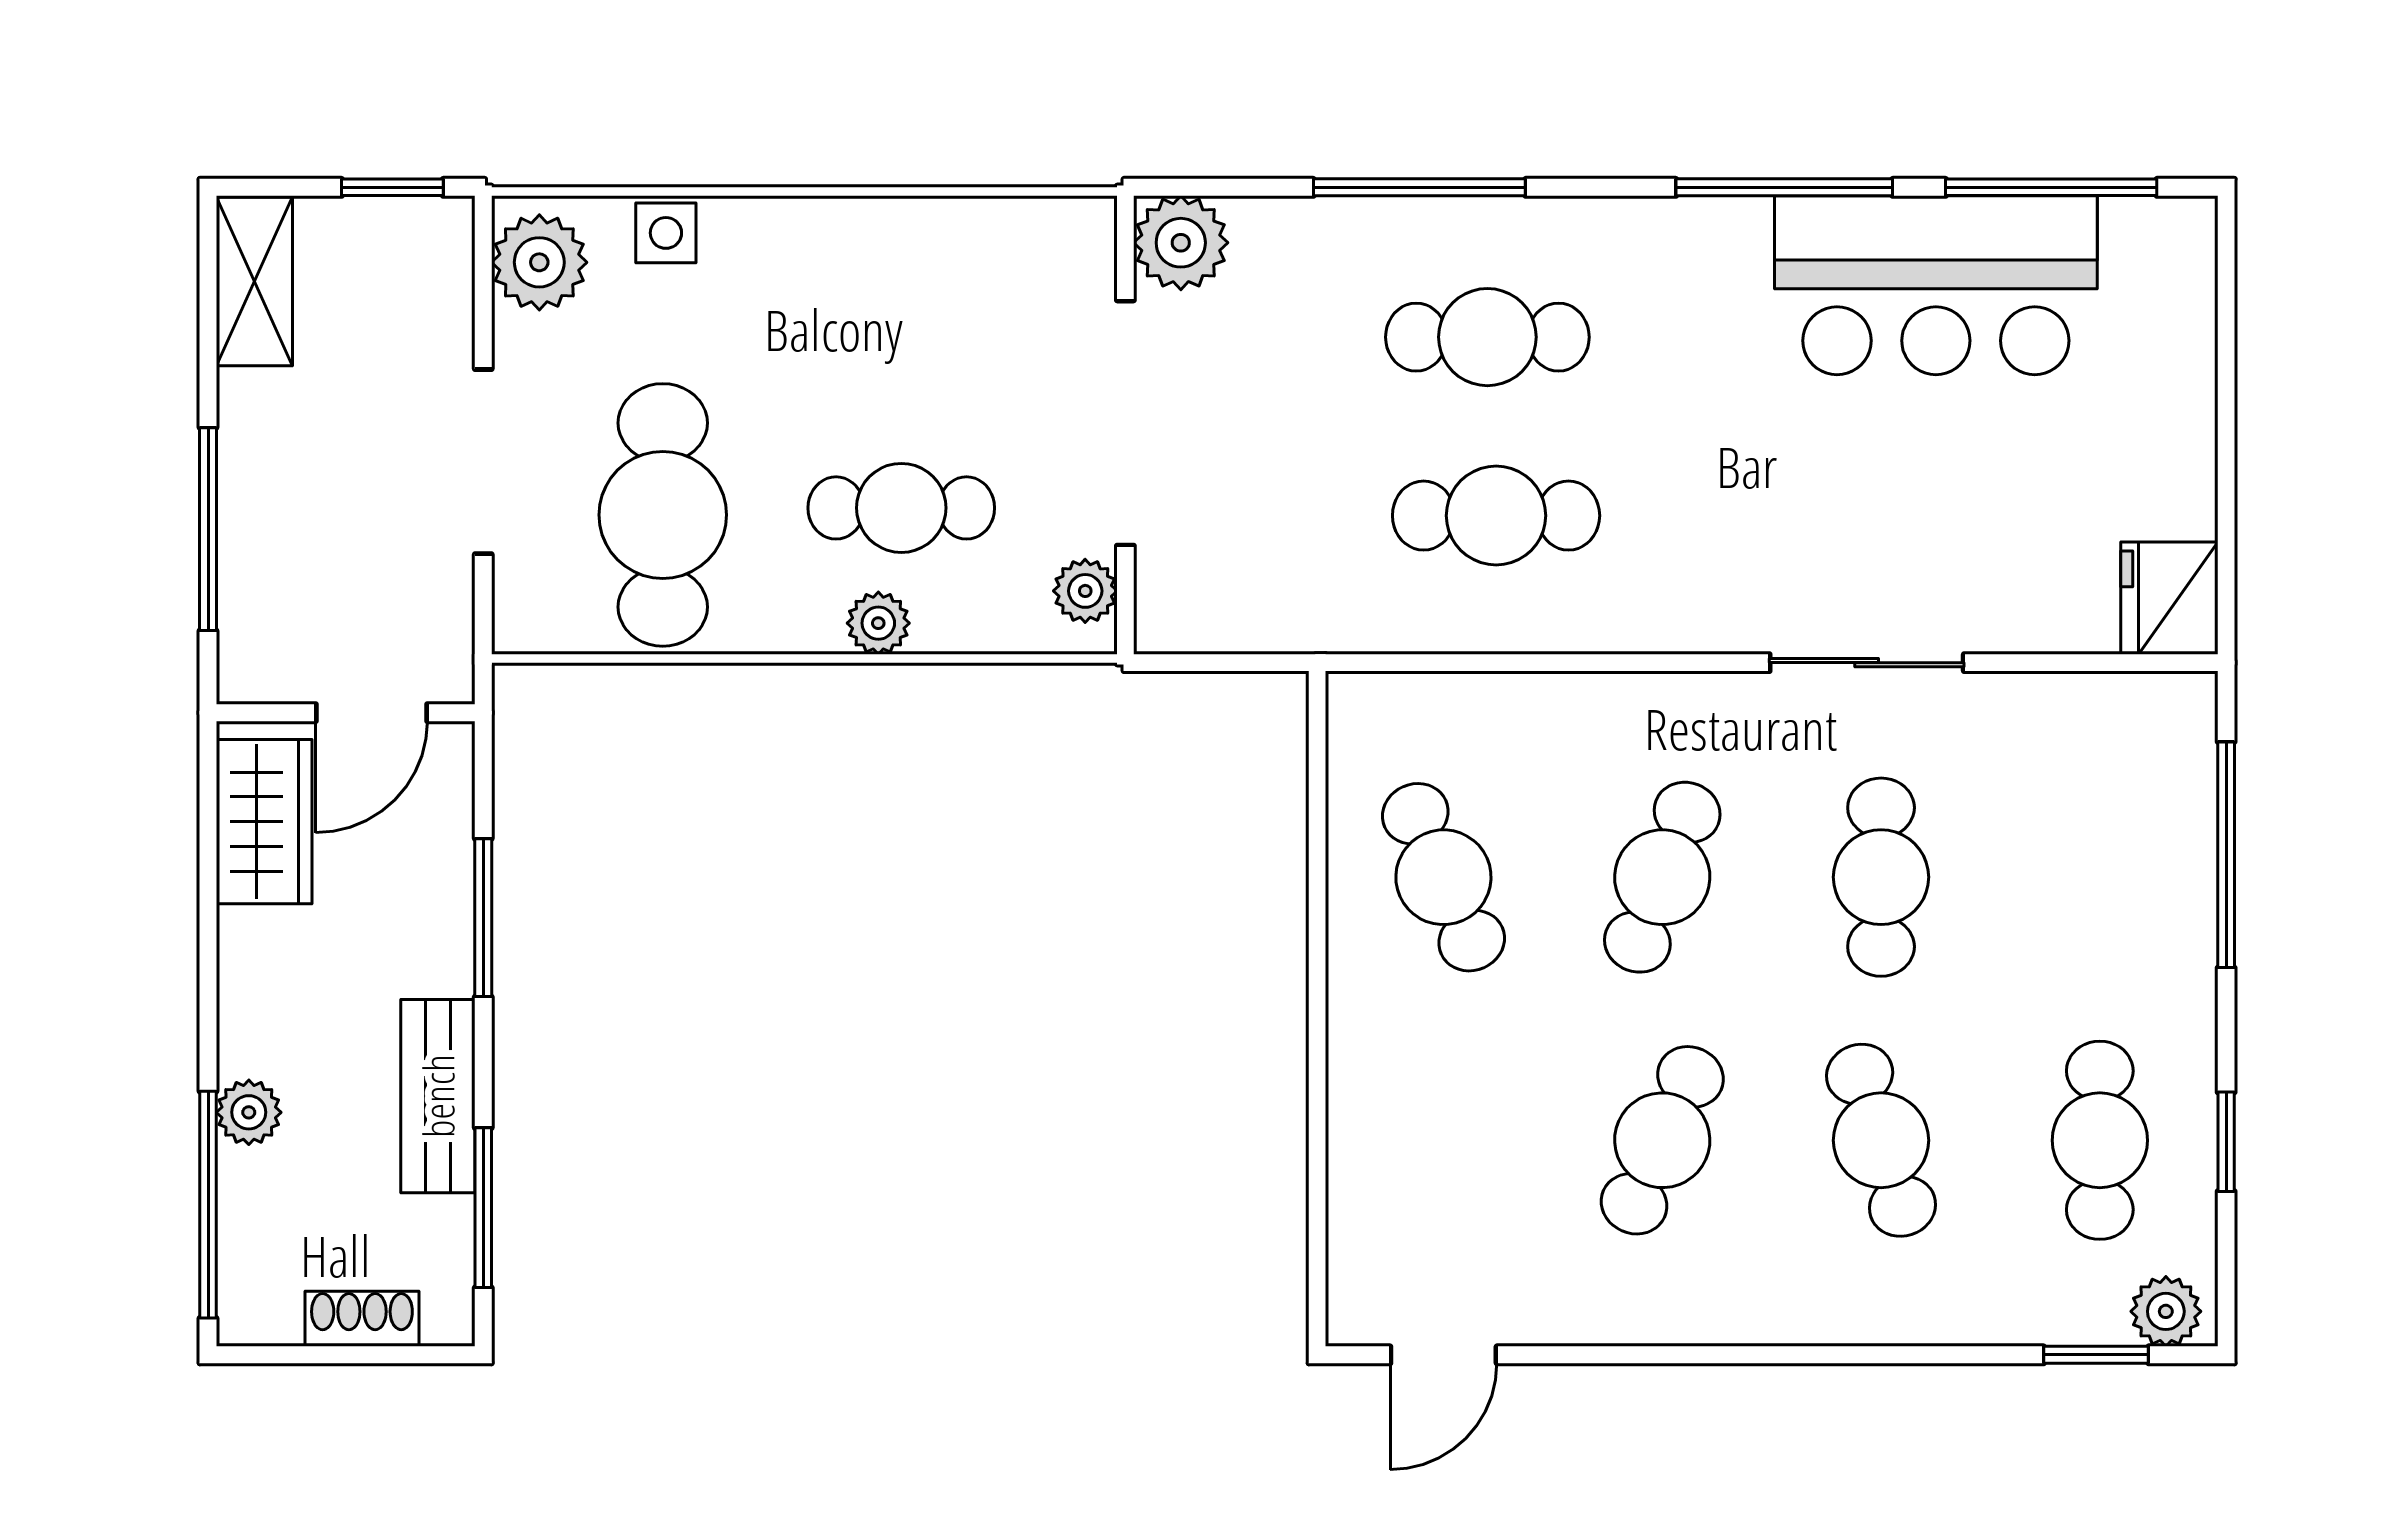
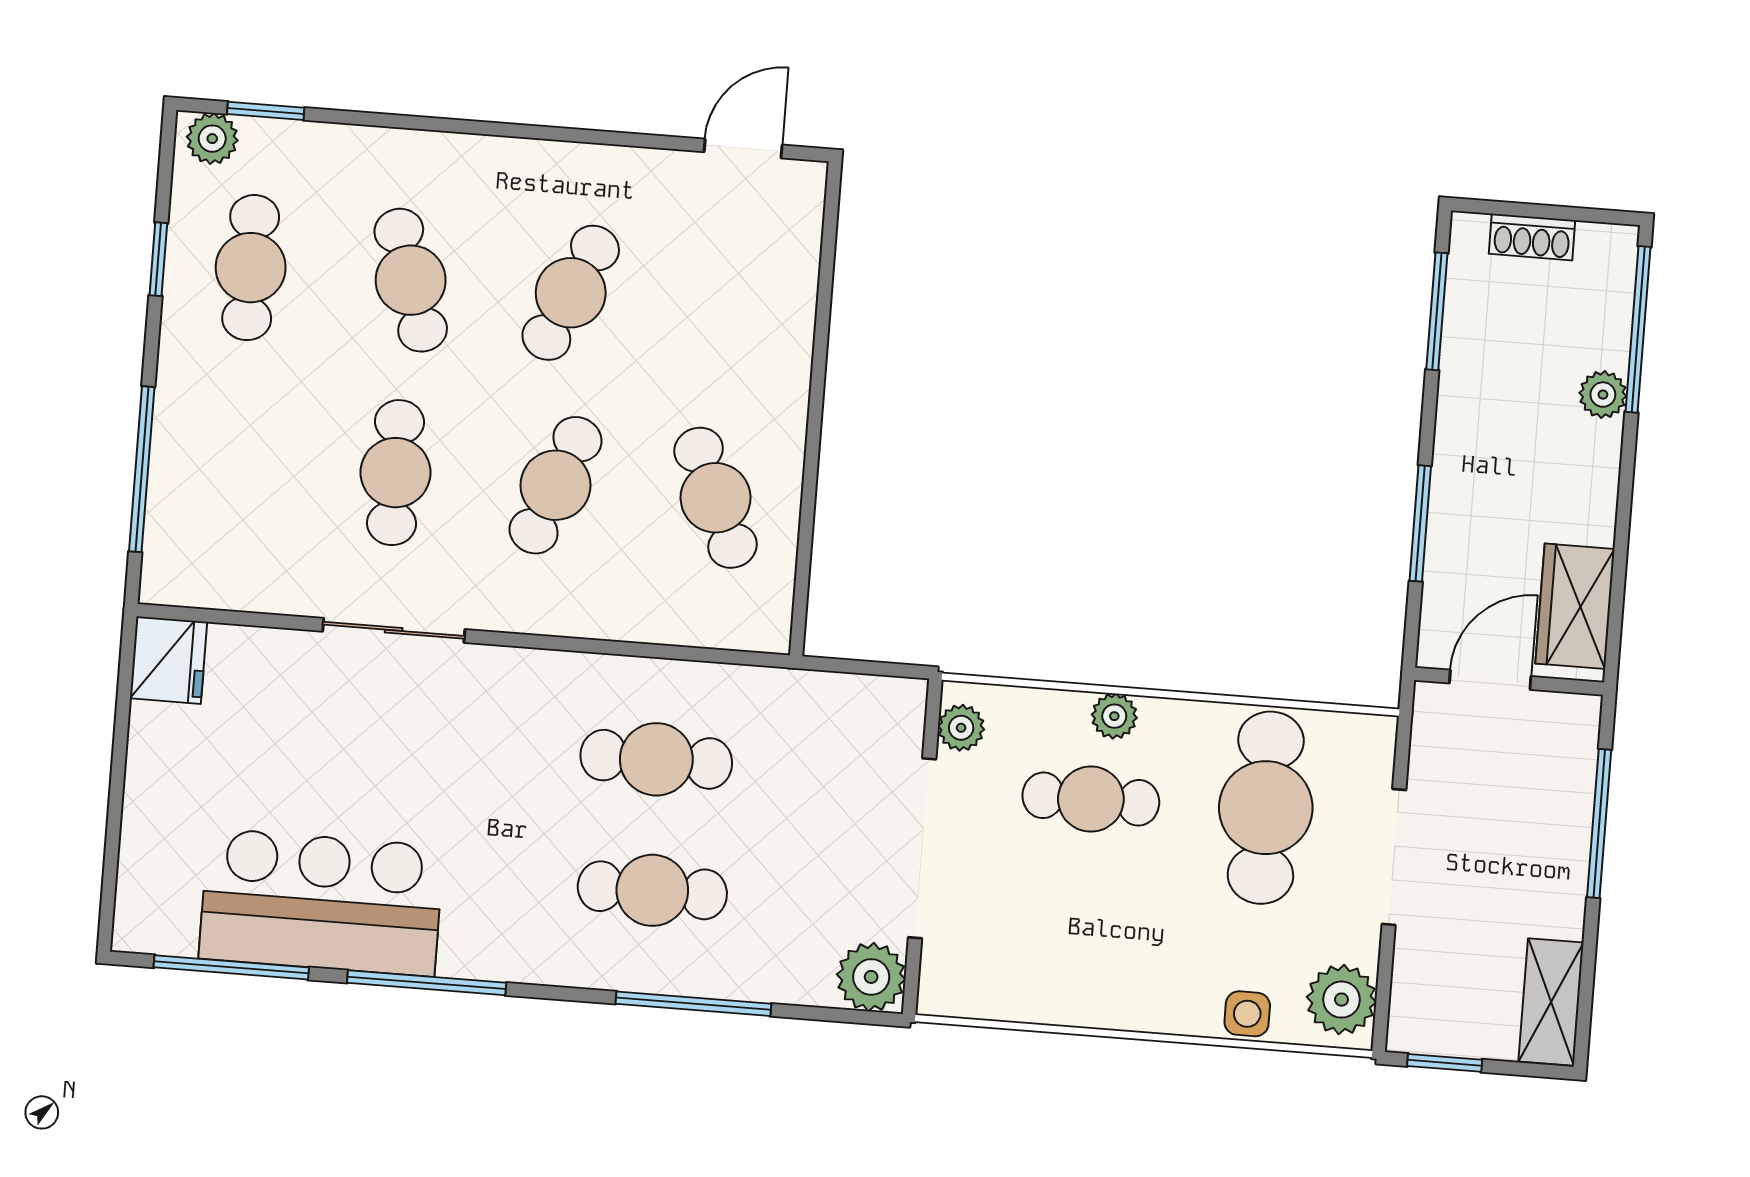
bench: (438, 1096) -> (1464, 396), removed

